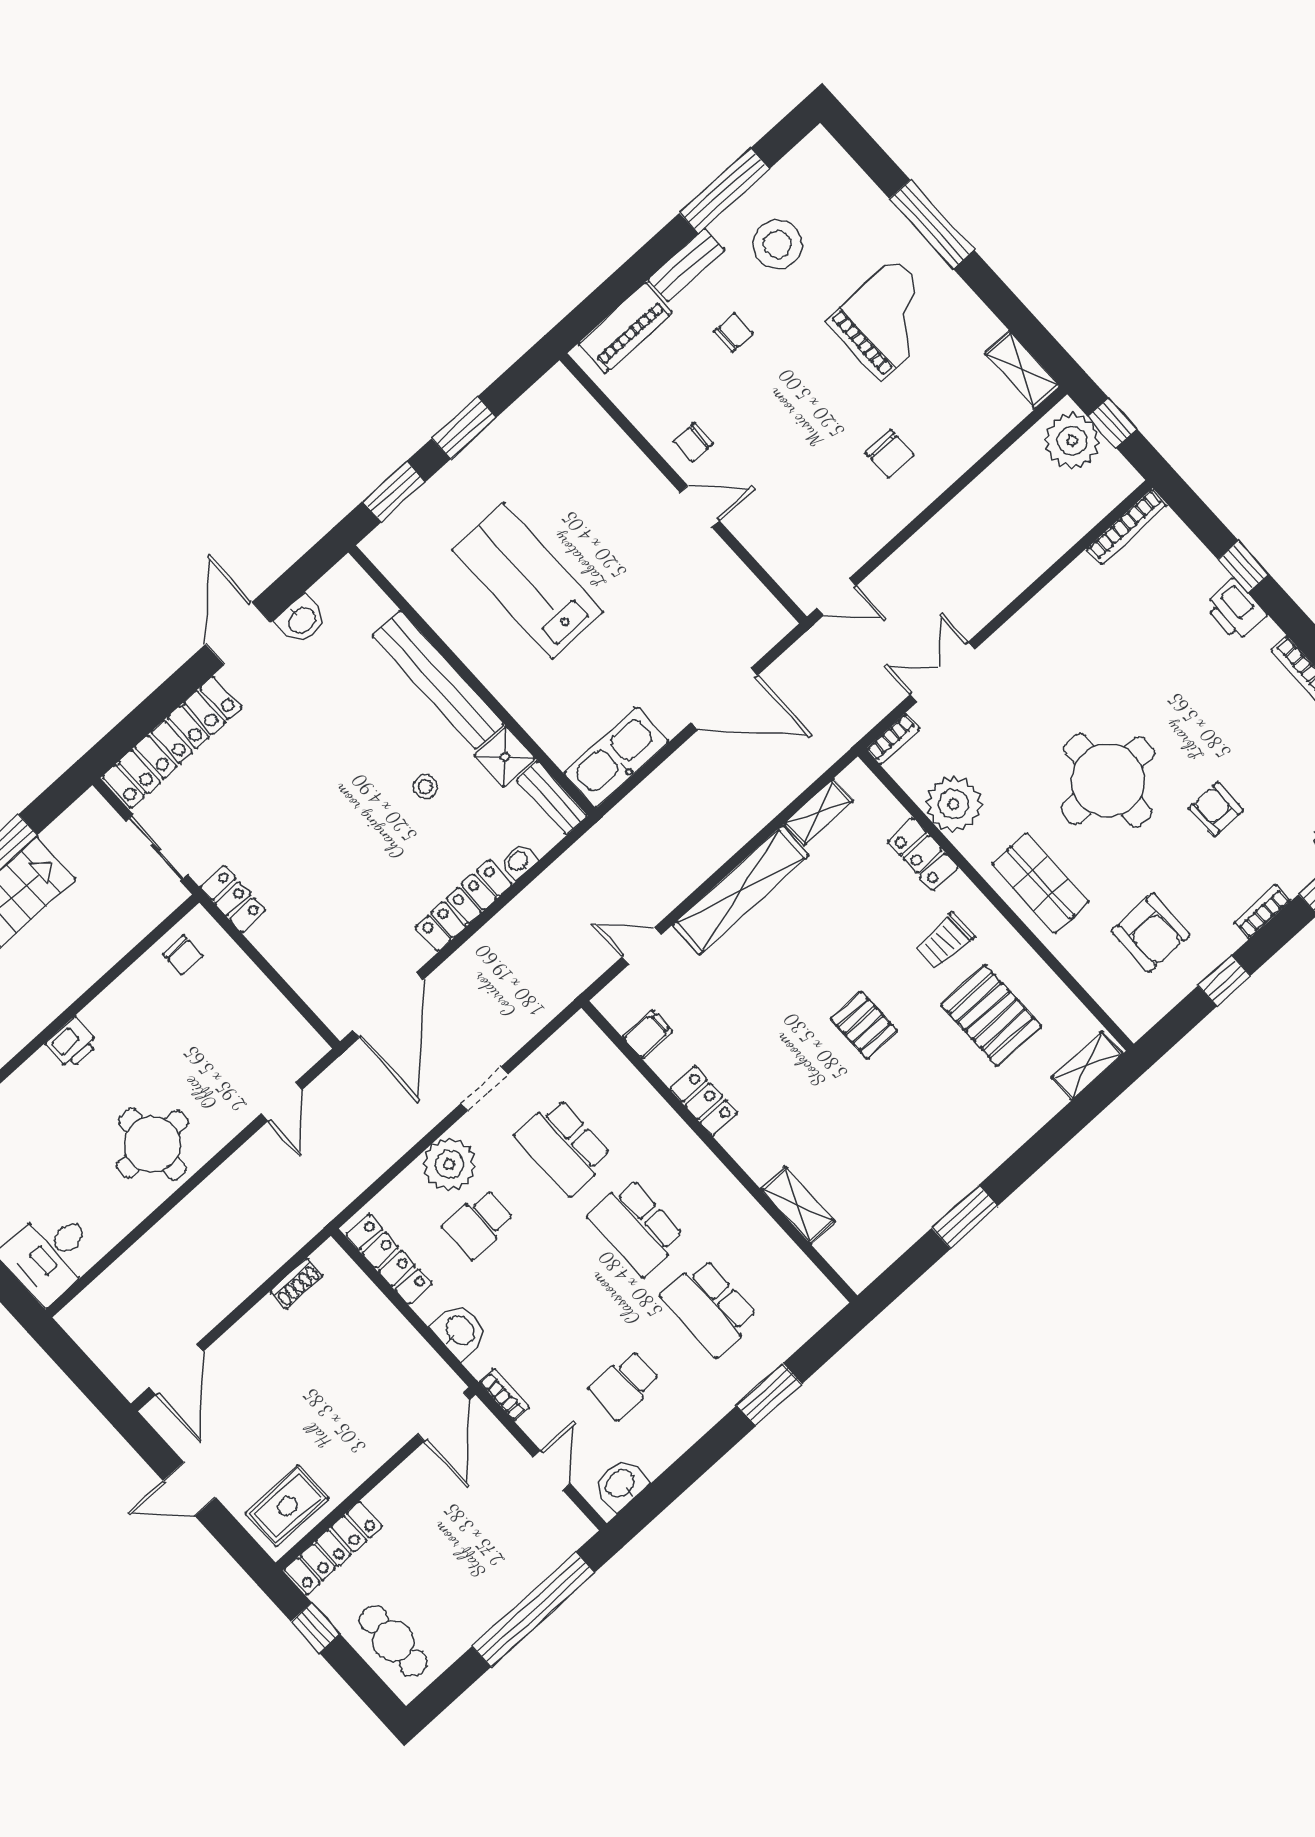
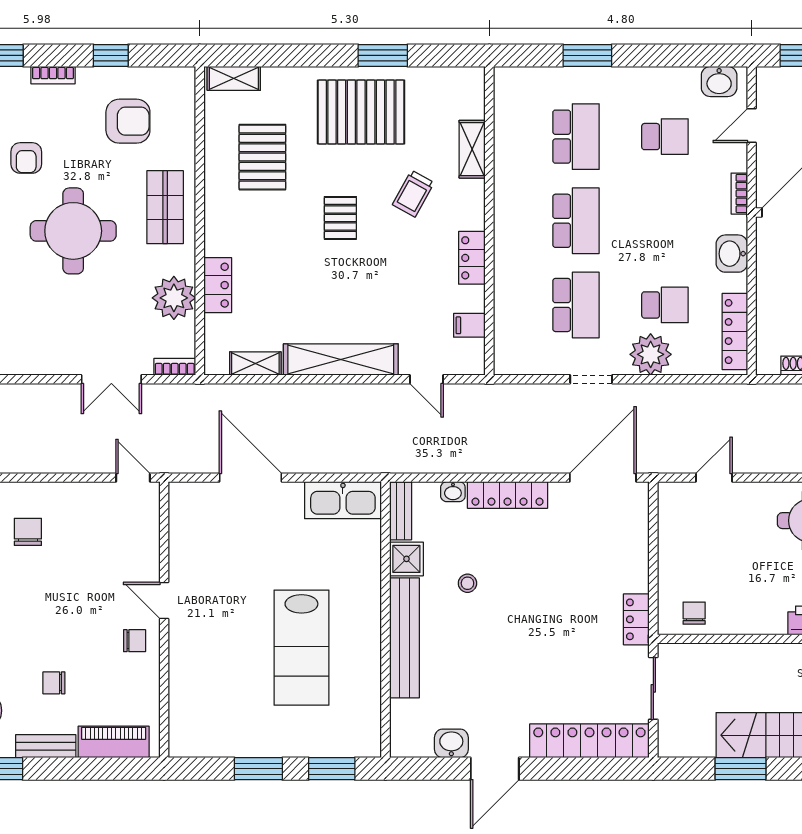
armchair: (1151, 933) -> (128, 121), turned 90
trolley: (945, 941) -> (413, 194), moved, turned 119
pallet: (936, 1144) -> (361, 112), added

